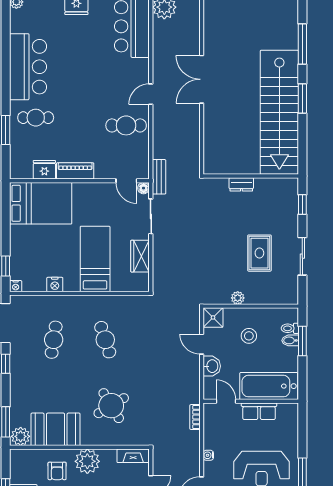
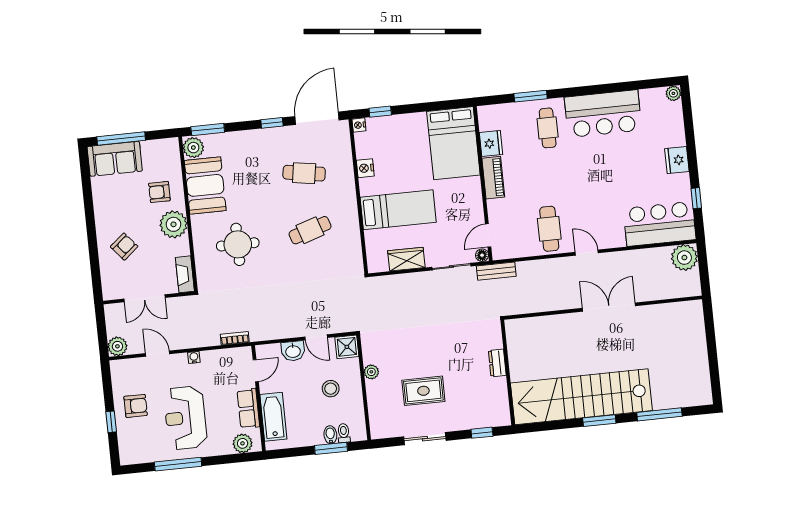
door: (202, 344) -> (316, 337), swing flipped
bathtub: (269, 386) -> (273, 417), width x0.73, depth x0.73
round table: (111, 406) -> (238, 244), turned 31
plant: (290, 420) -> (243, 443), added

